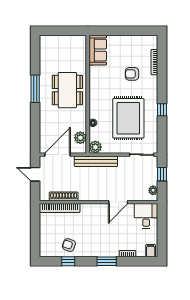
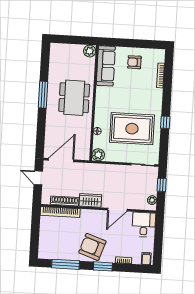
sofa: (98, 50) -> (106, 66), width x1.36
armchair: (132, 74) -> (134, 62), moved
rug: (128, 118) -> (132, 129), turned 90
plant: (80, 138) -> (90, 51), moved
bench: (96, 161) -> (98, 169), removed
wardrobe: (90, 194) -> (90, 200), added
armchair: (69, 245) -> (92, 247), moved, width x1.88, depth x1.88
window: (68, 261) -> (66, 264), width x2.17

